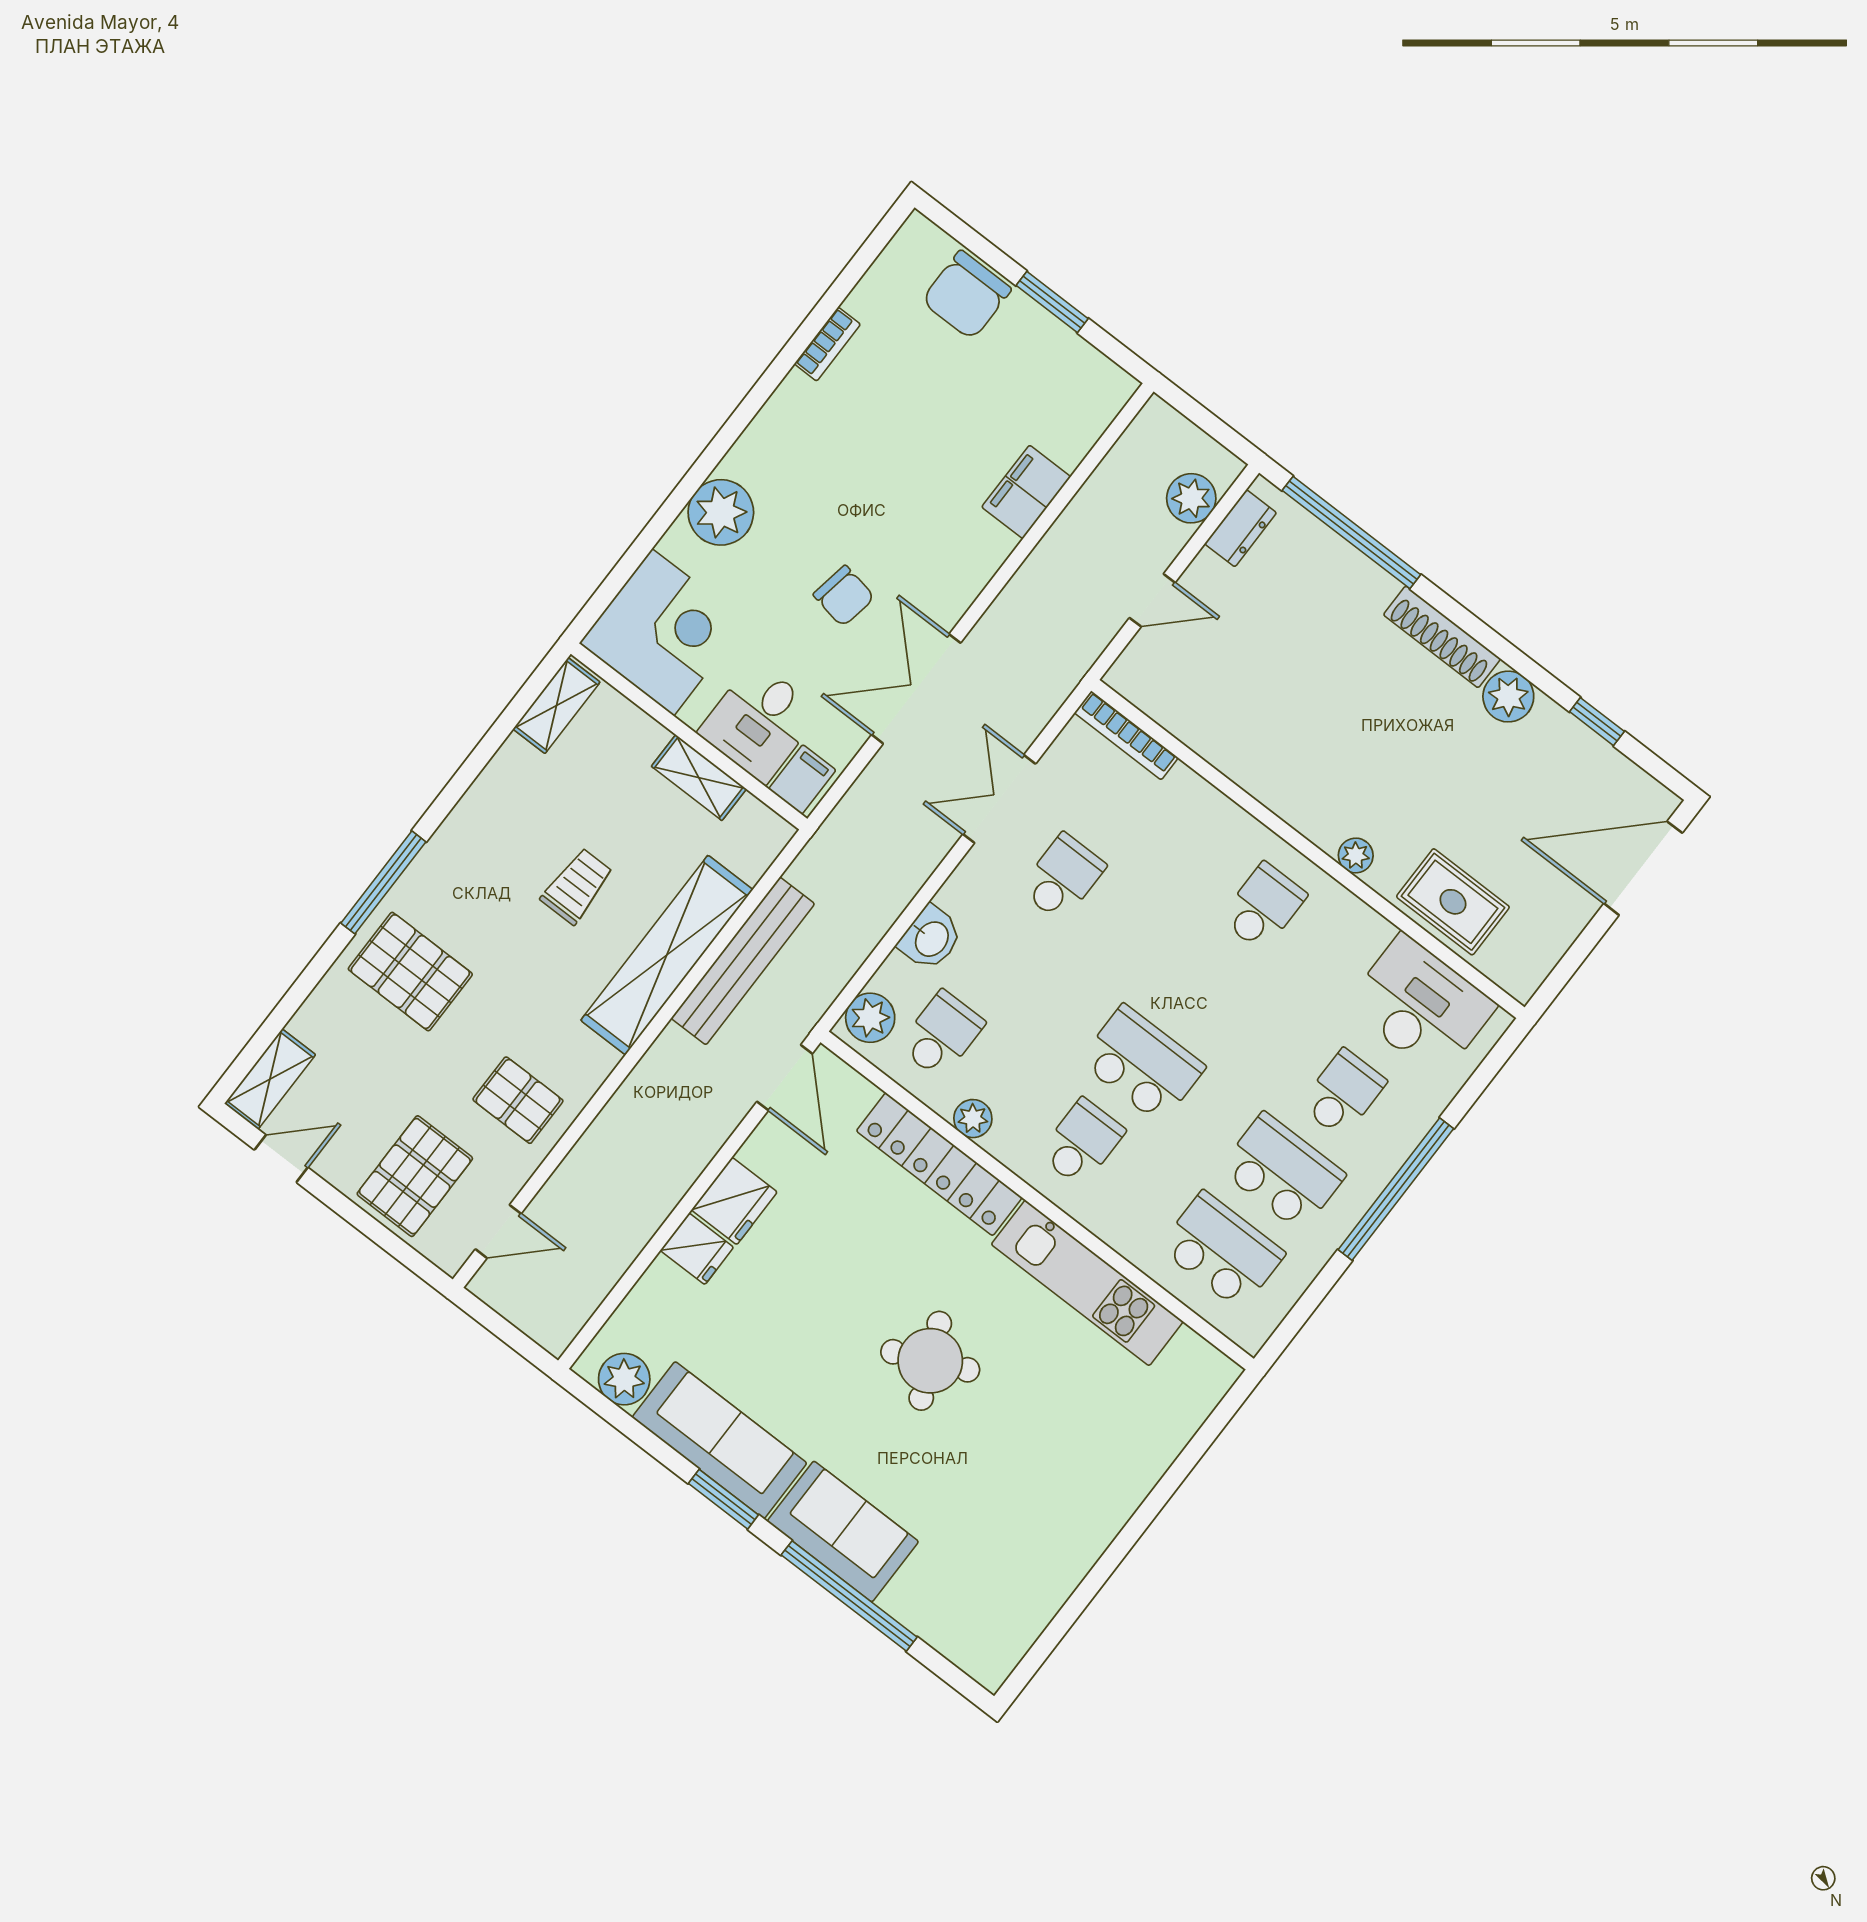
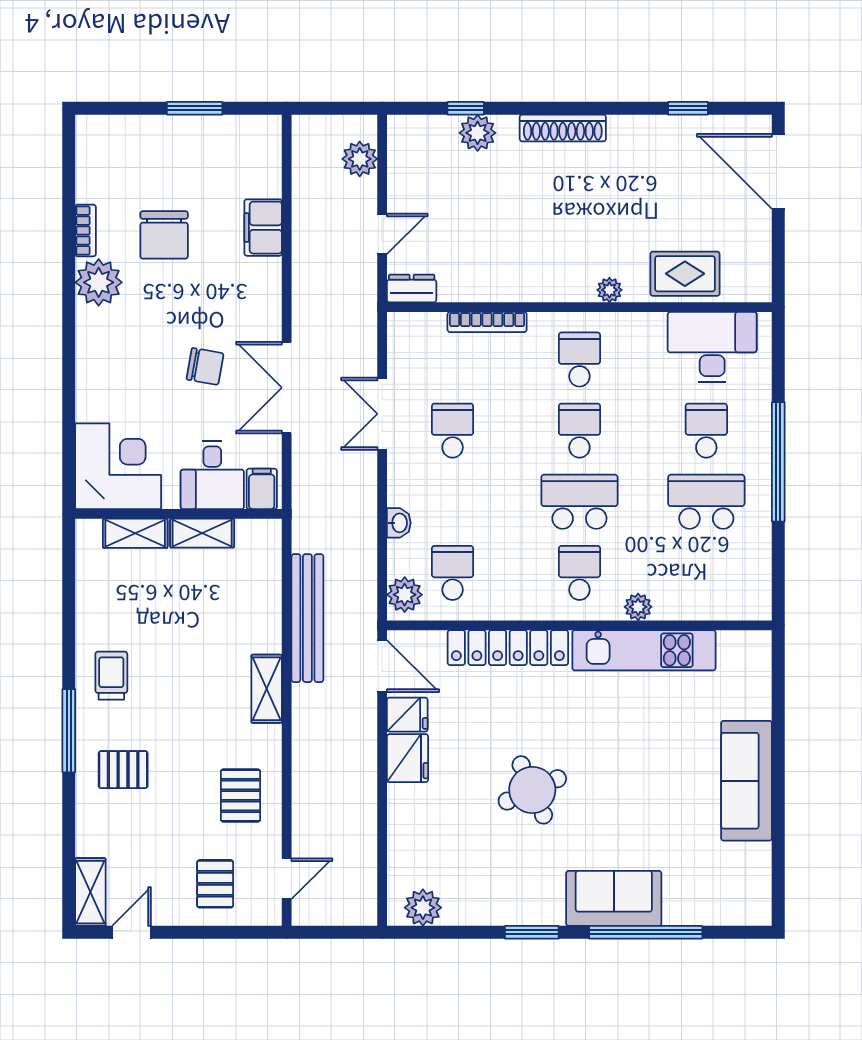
chair: (966, 295) -> (164, 235), moved
plant: (721, 512) -> (99, 282), moved
dresser: (1241, 528) -> (412, 288), moved, turned -90
window: (1351, 533) -> (466, 108), width x0.32
plant: (1508, 697) -> (478, 133), moved
shelving: (556, 706) -> (135, 533), moved, turned 90
bookcase: (1126, 735) -> (487, 322), moved
door: (1643, 868) -> (778, 171), hinge flipped
trolley: (577, 886) -> (111, 676), moved
washbasin: (931, 938) -> (399, 523), width x0.72, depth x0.69
shelving: (667, 955) -> (267, 689), width x0.45, depth x0.75
pallet: (410, 972) -> (123, 770), width x0.67, depth x0.71
pallet: (518, 1100) -> (241, 796), turned 90
plant: (973, 1119) -> (638, 607), moved
pallet: (415, 1176) -> (215, 884), width x0.67, depth x0.71
fridge: (697, 1249) -> (407, 715), moved
school desk: (1222, 1251) -> (579, 431), moved, width x0.54
round table: (930, 1361) -> (532, 790), moved
sofa: (719, 1440) -> (746, 781), moved, turned -90

